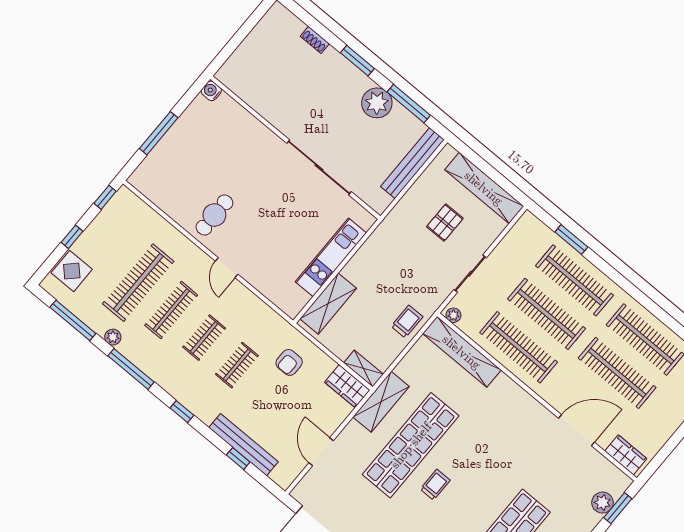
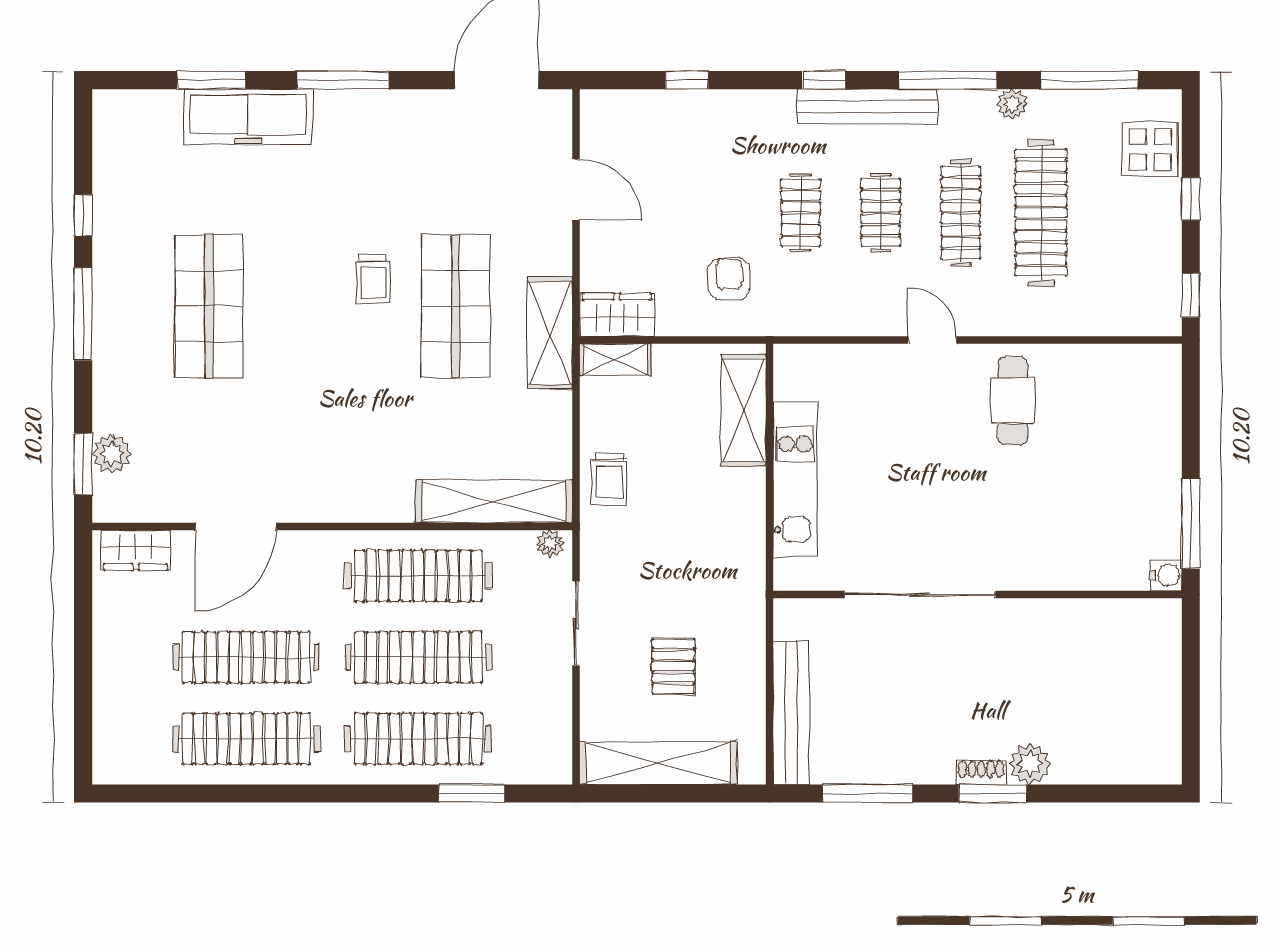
shoe rack: (315, 40) -> (981, 772), moved
plant: (377, 103) -> (1030, 764), moved, width x0.73, depth x0.73
window: (159, 133) -> (1191, 523), moved
bench: (243, 445) -> (867, 107), moved
shop shelf: (411, 445) -> (456, 306), width x0.71

